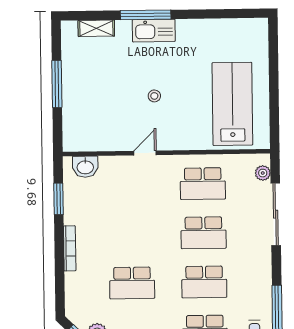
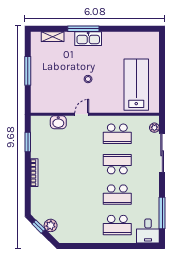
washbasin: (85, 167) -> (58, 122), moved
school desk: (204, 233) -> (117, 164), turned 180
school desk: (132, 283) -> (73, 195), removed

